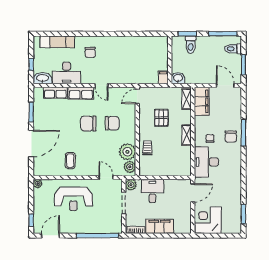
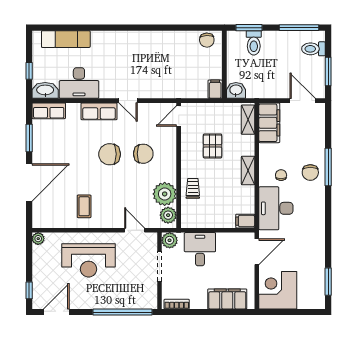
chair: (90, 52) -> (207, 40), moved
row of seats: (55, 93) -> (49, 111), moved
filing cabinet: (185, 171) -> (245, 221), added
filing cabinet: (159, 226) -> (227, 299), moved

